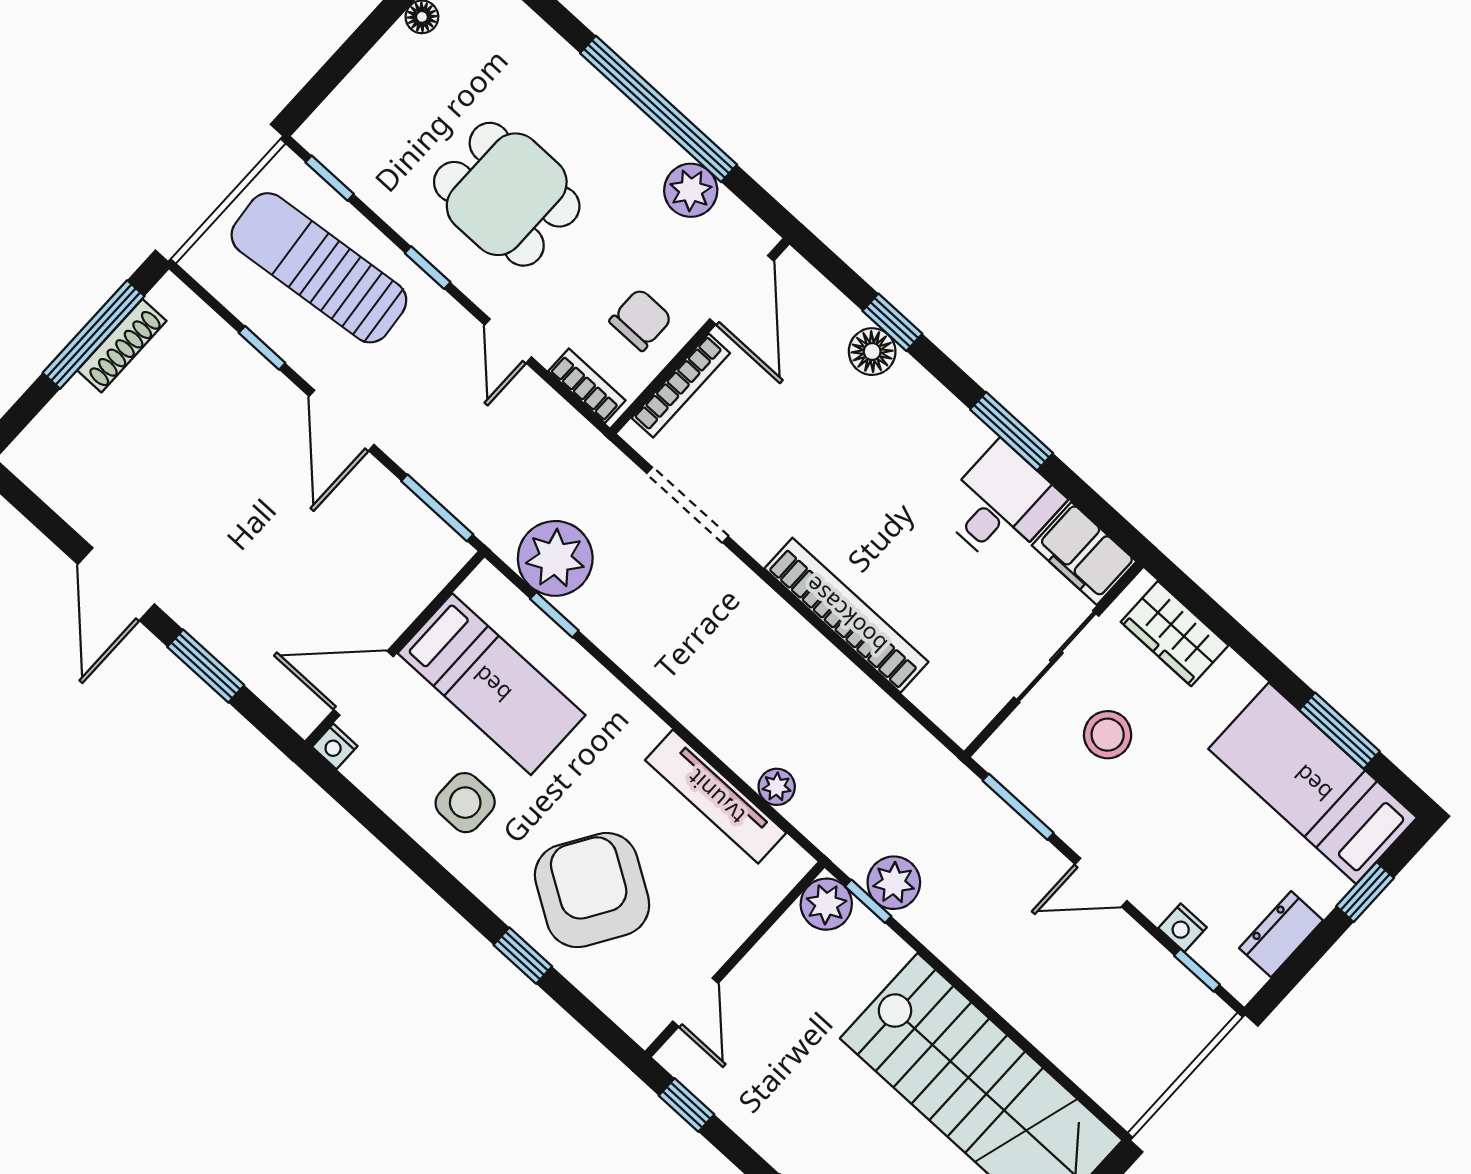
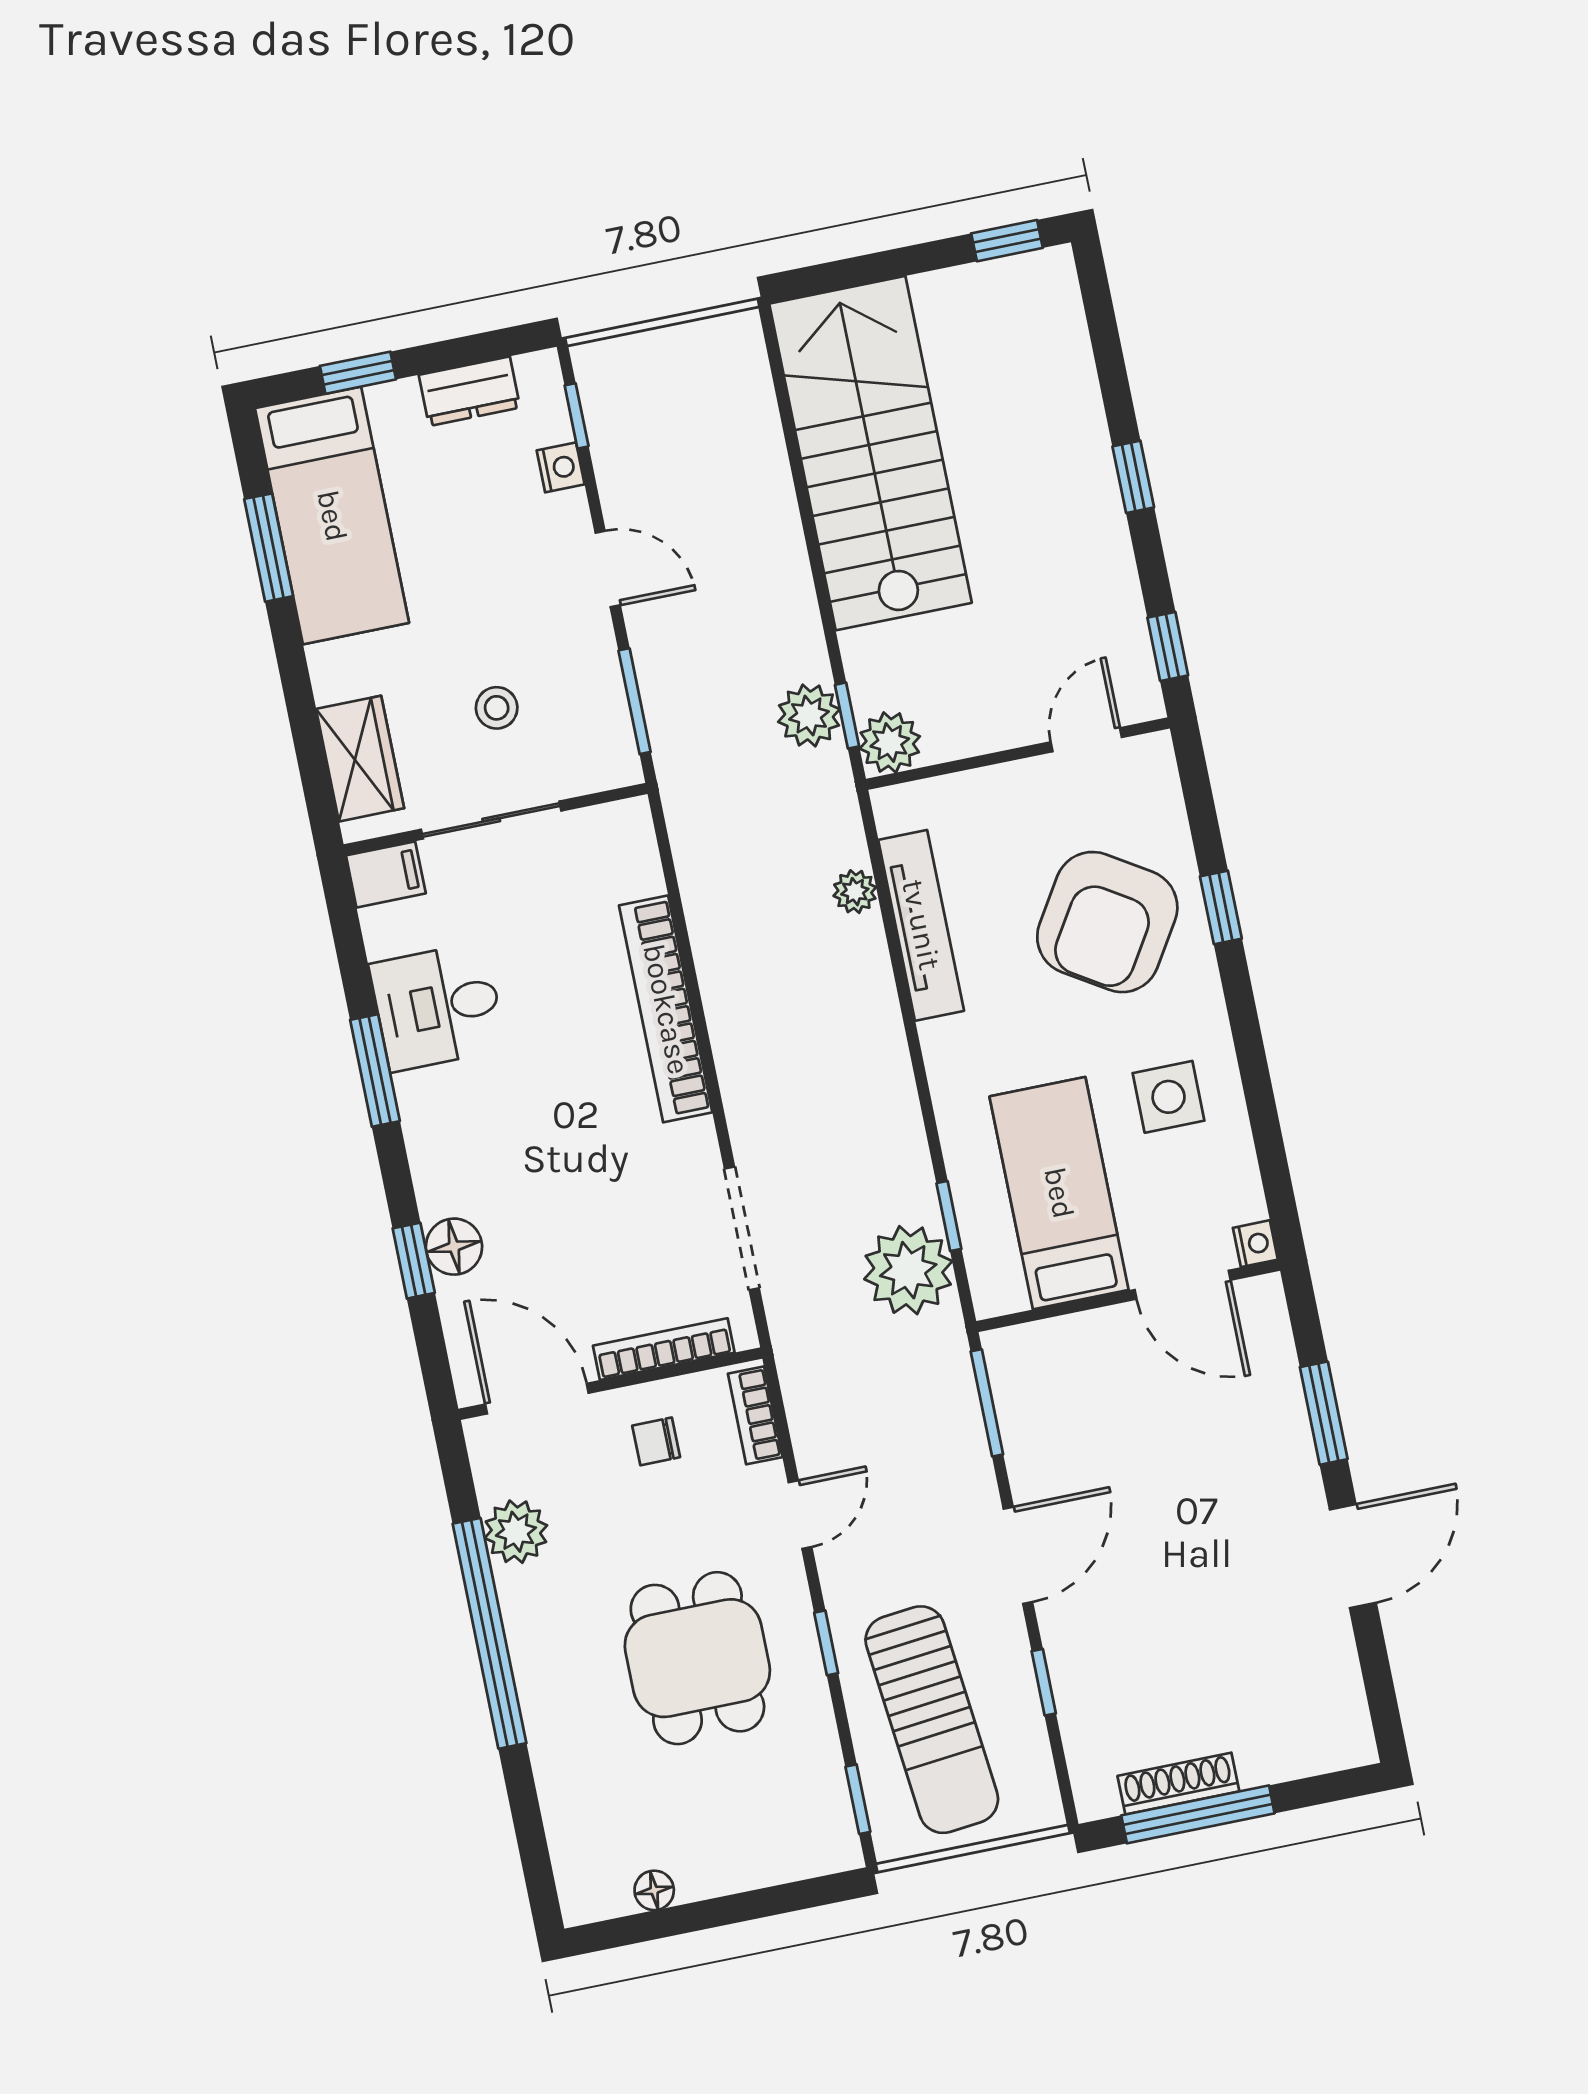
door: (742, 290) -> (537, 1399), hinge flipped
chair: (641, 320) -> (656, 1441), width x0.73, depth x0.73
filing cabinet: (1084, 553) -> (386, 874), width x0.50
stool: (1108, 735) -> (497, 708), width x0.73, depth x0.73

